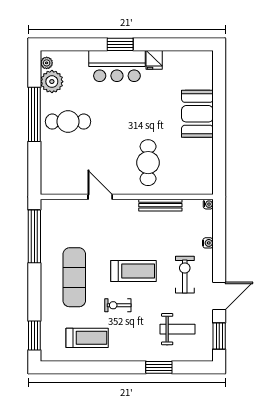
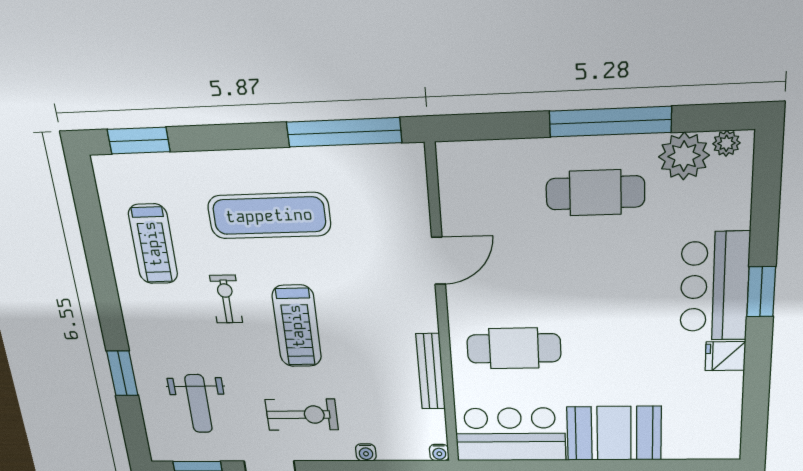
cafe table: (68, 122) -> (595, 193), turned 90
bar counter: (198, 167) -> (510, 434), added

